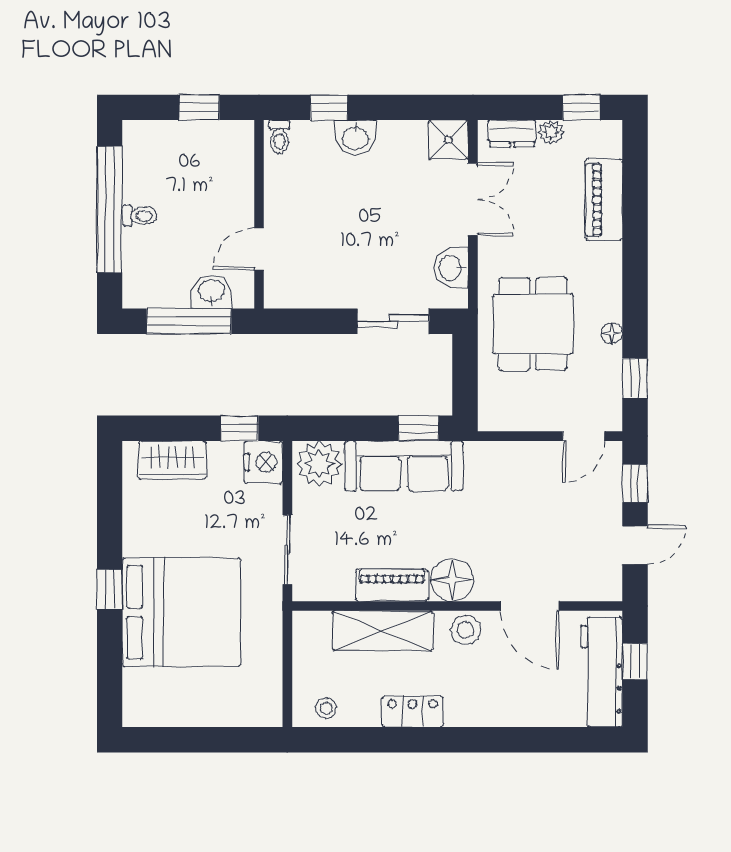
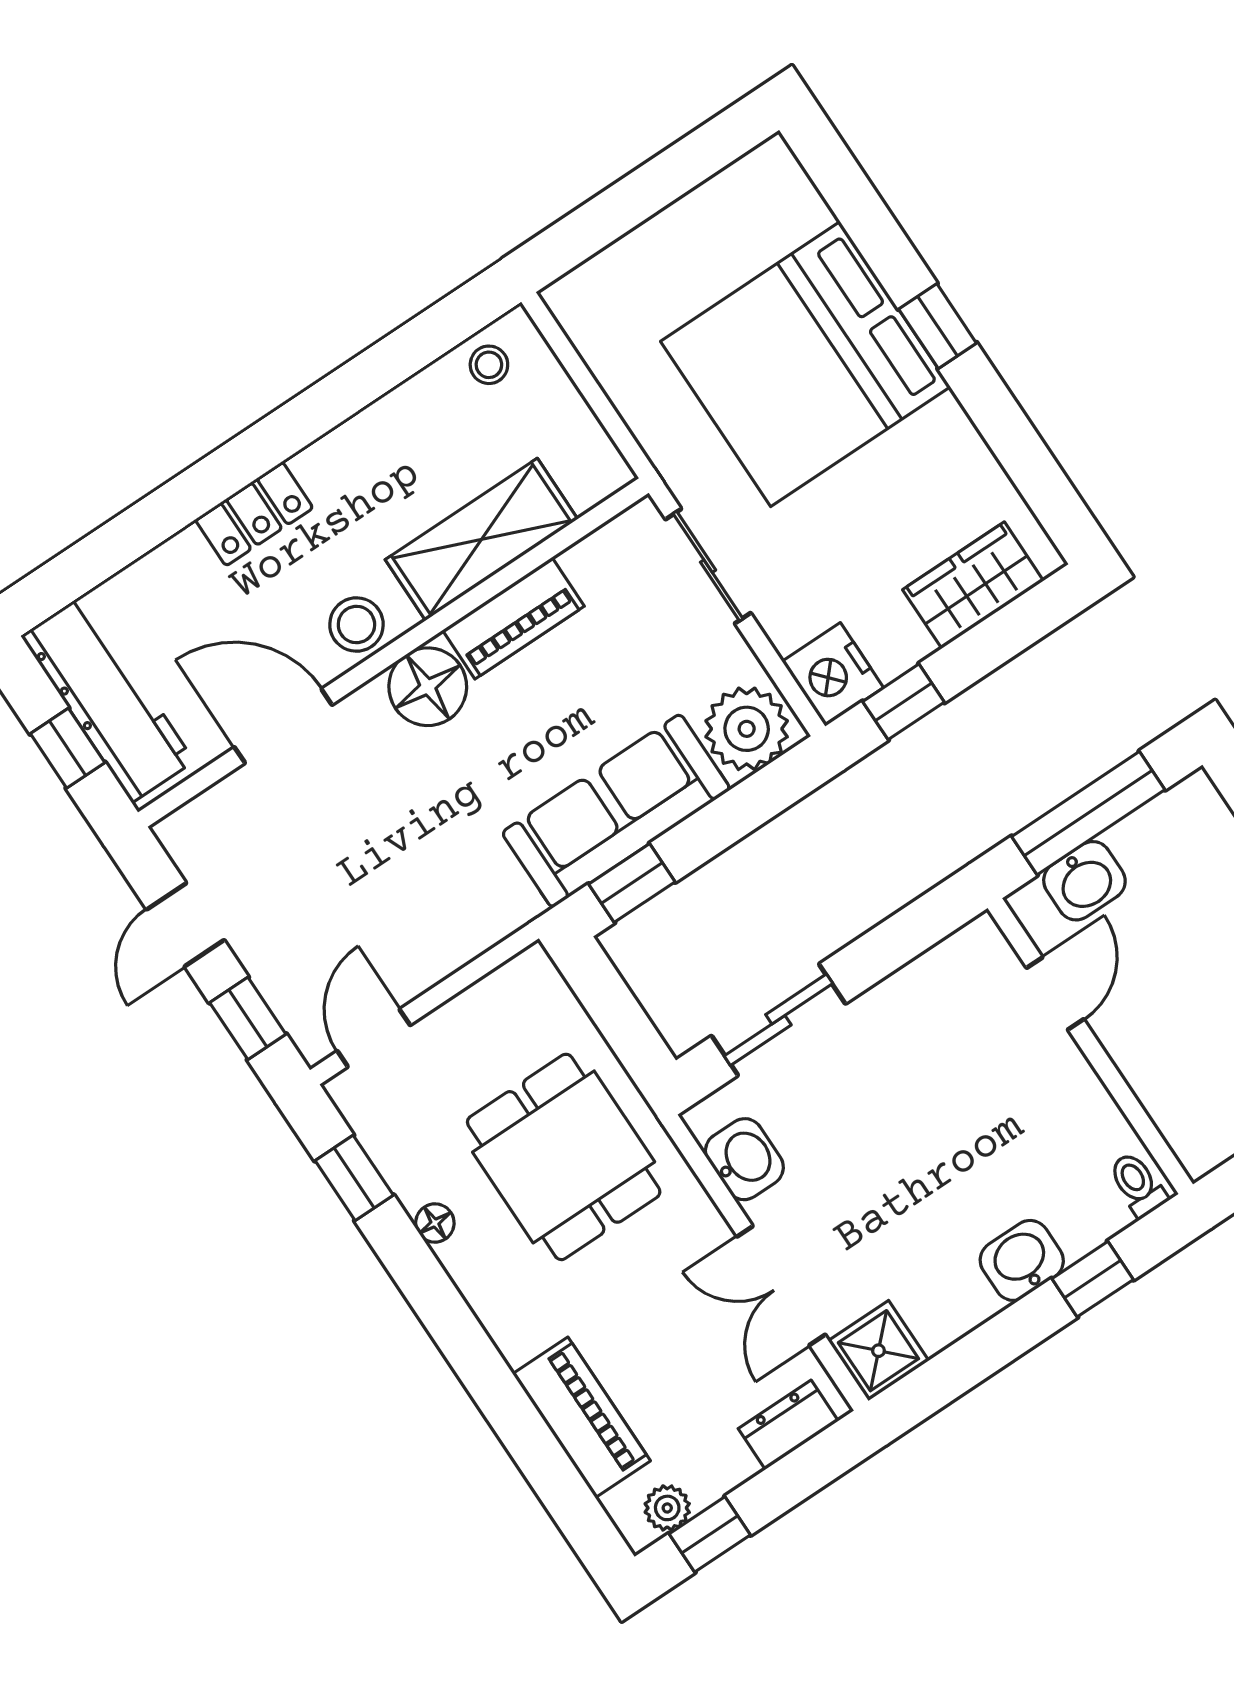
plant: (551, 132) -> (667, 1508), moved
locker: (413, 712) -> (254, 514), moved

